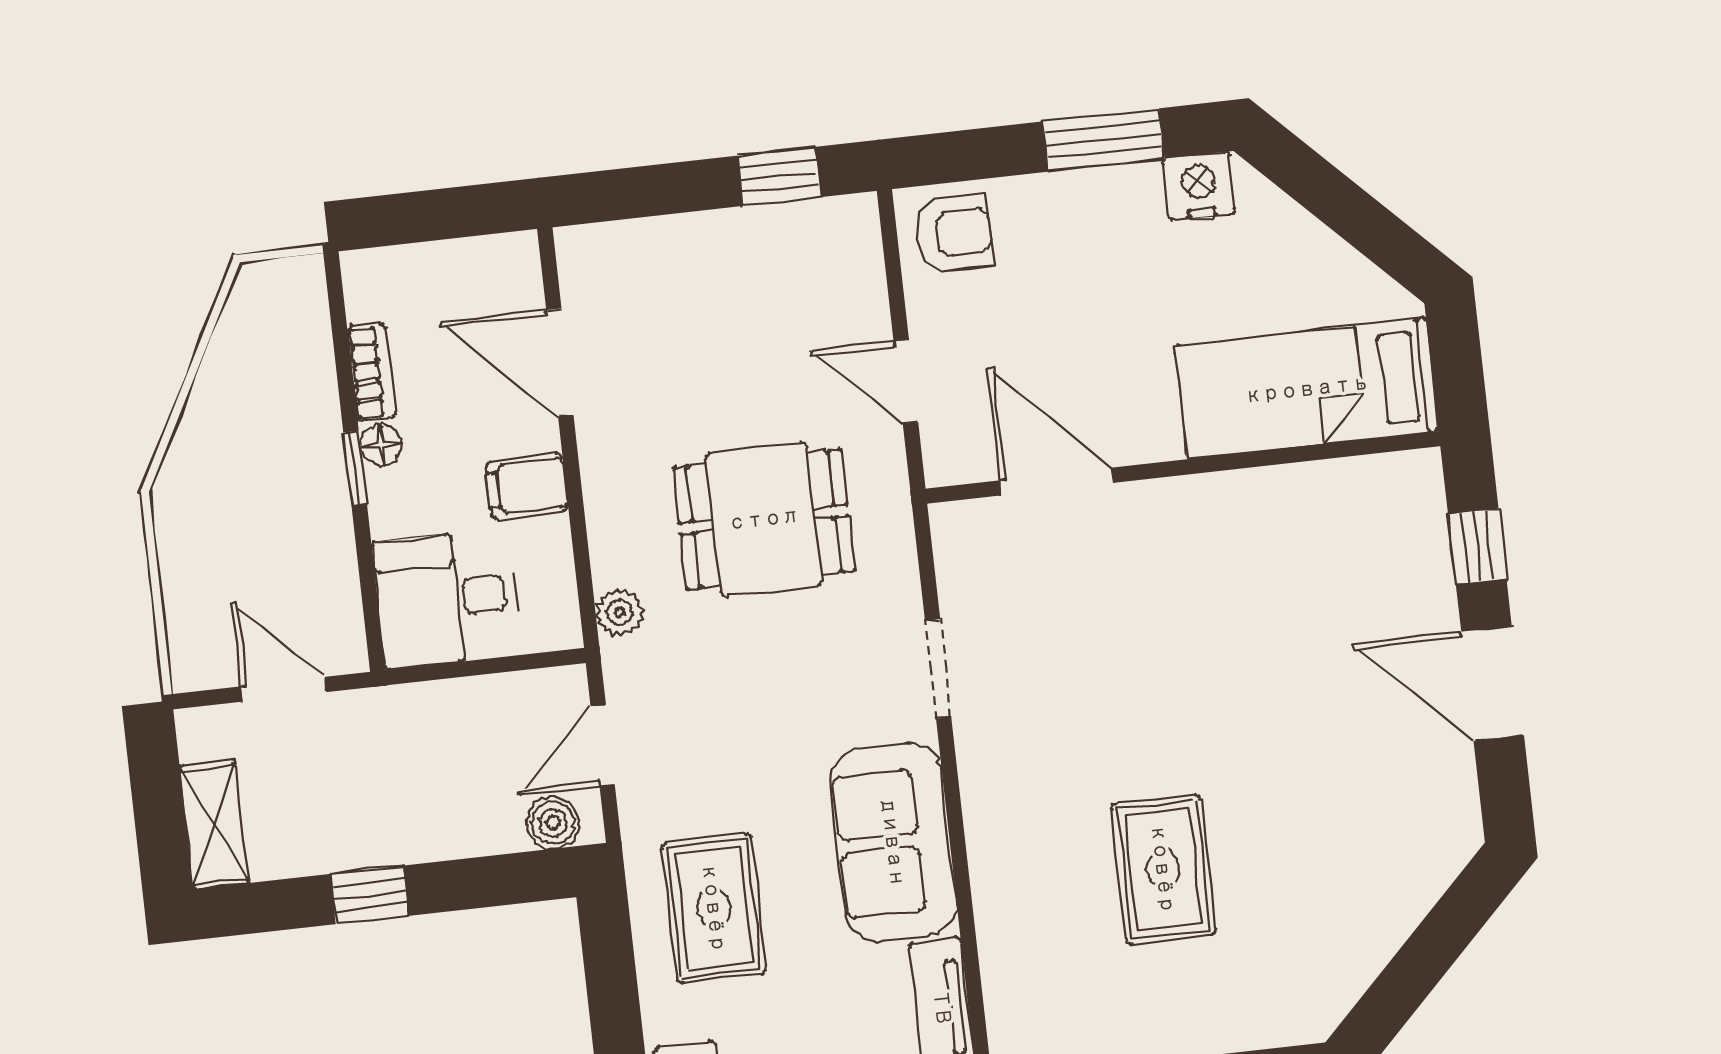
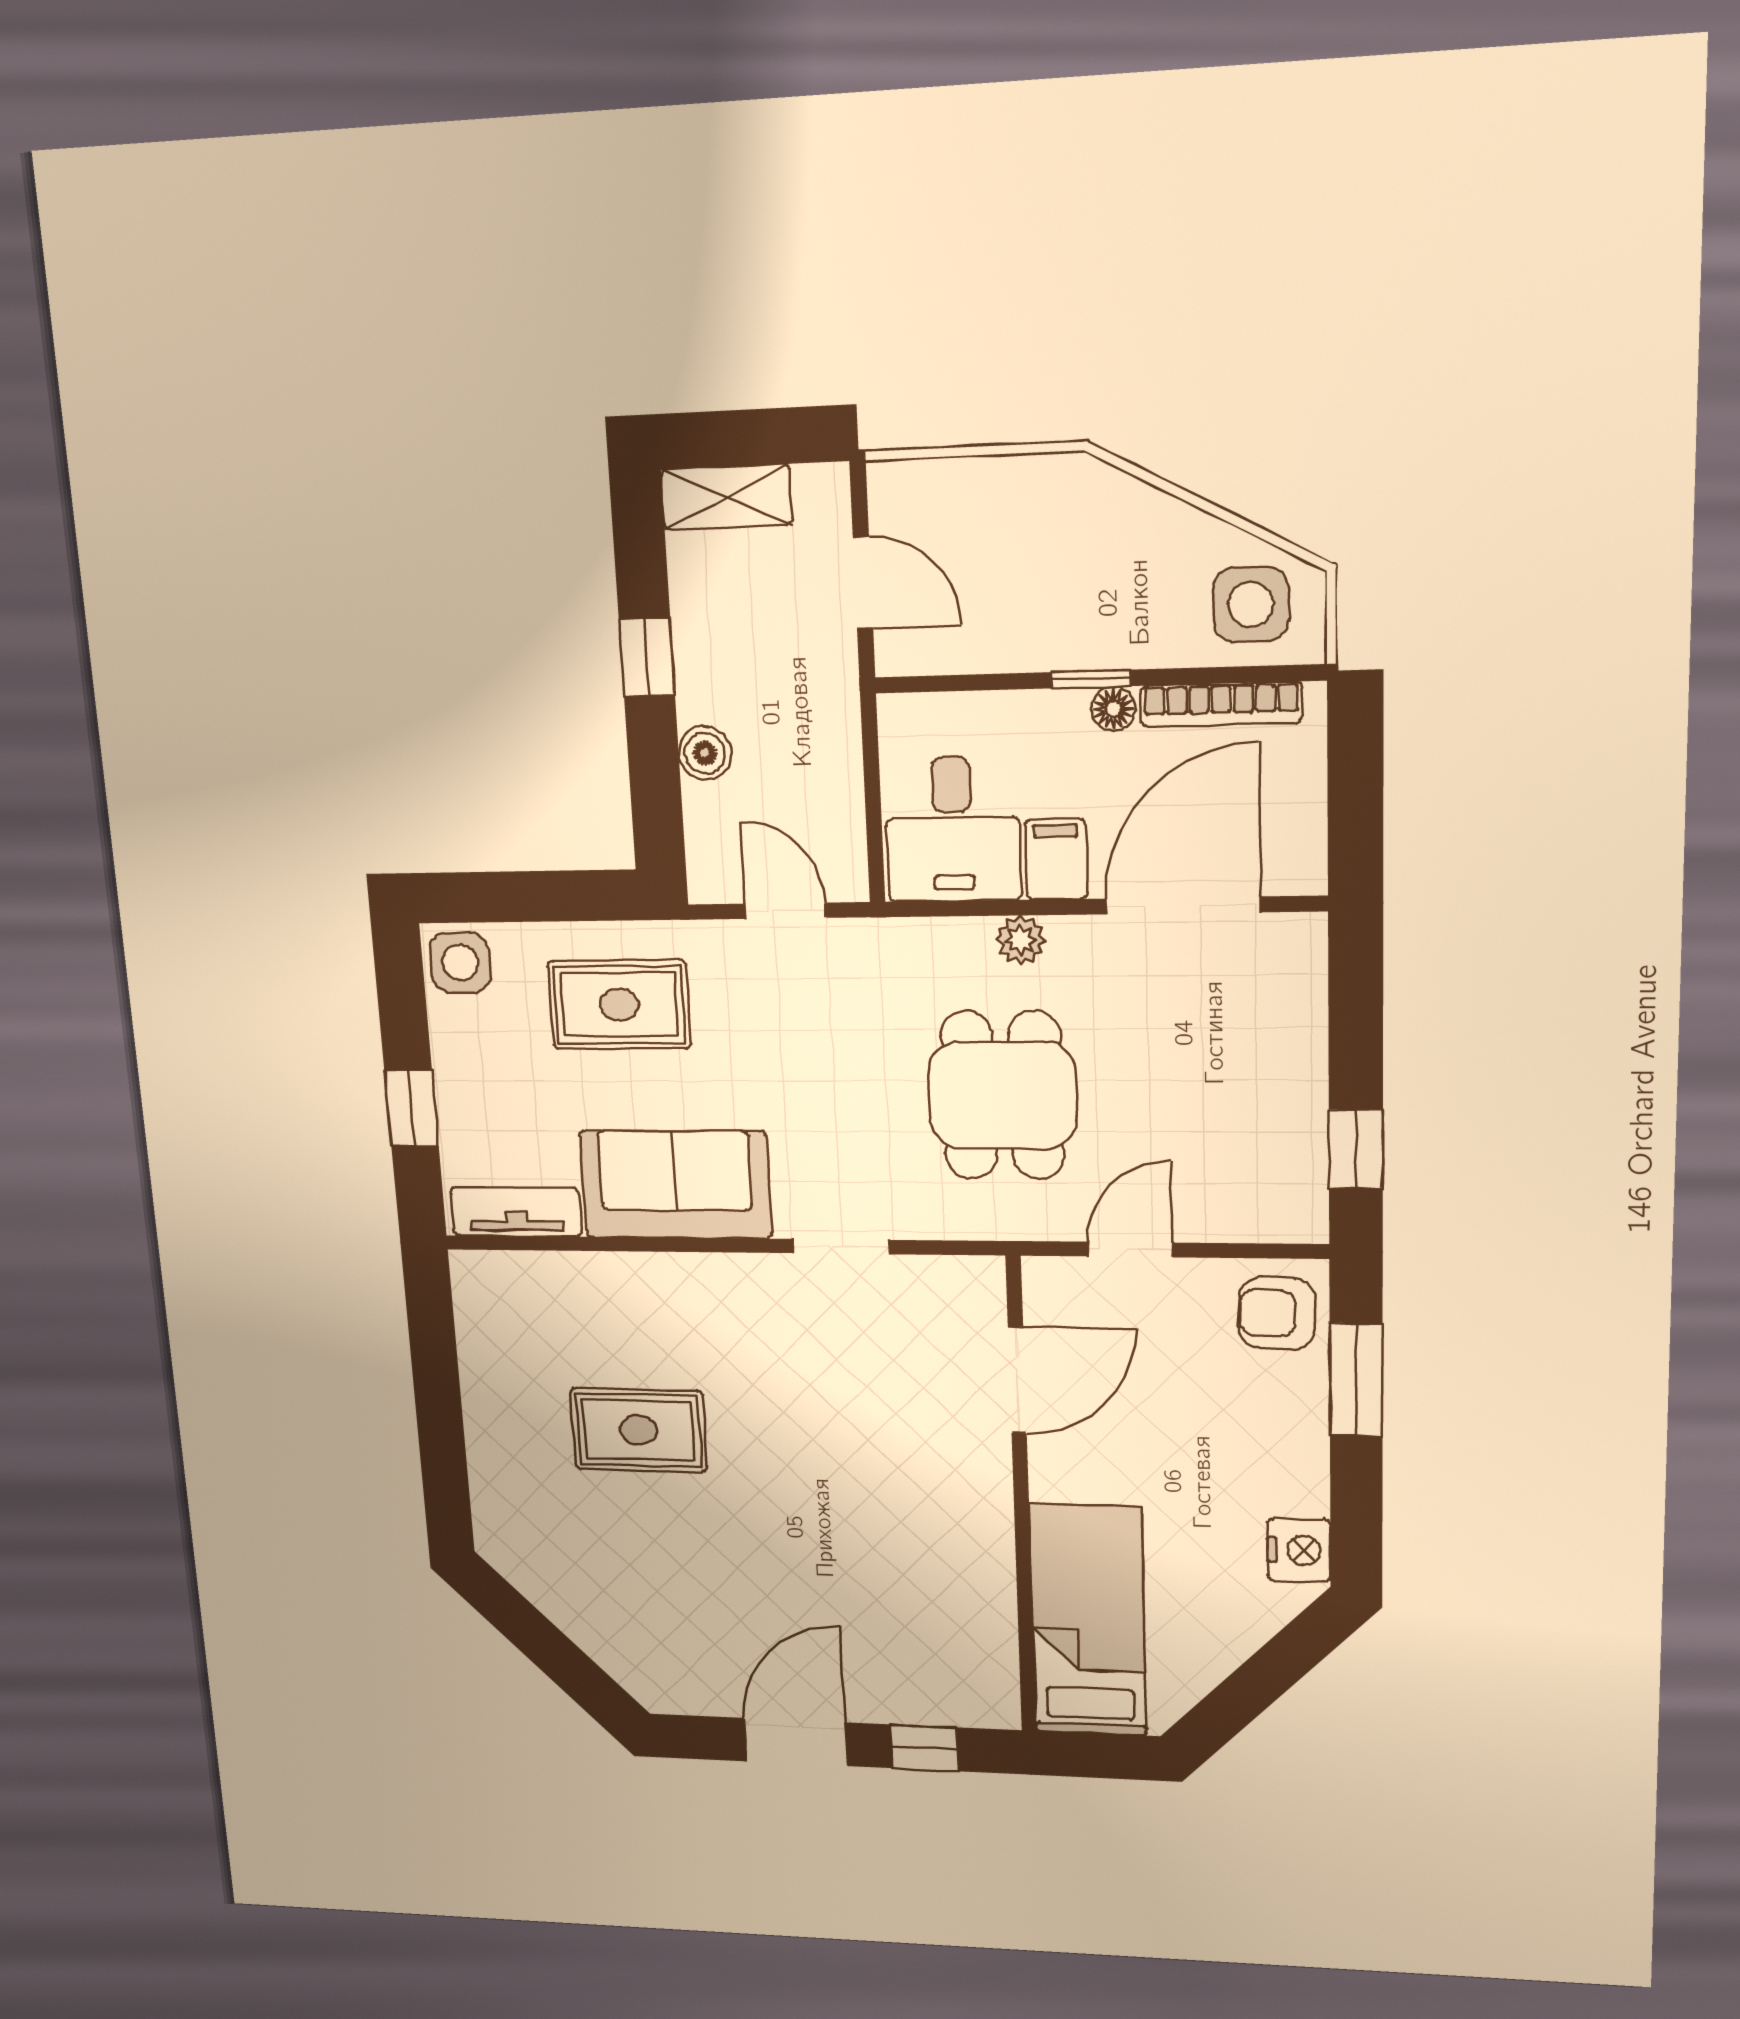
window: (1104, 140) -> (1356, 1380), moved
armchair: (953, 233) -> (1277, 1313), turned 92
side table: (275, 328) -> (1251, 604), added
door: (560, 362) -> (1183, 905), width x1.36
bookcase: (371, 372) -> (1221, 704), width x1.56
desk: (447, 599) -> (953, 829), moved, turned 180
plant: (620, 612) -> (1021, 940), moved
door: (284, 689) -> (863, 583), hinge flipped
boiler: (553, 823) -> (705, 753), moved

